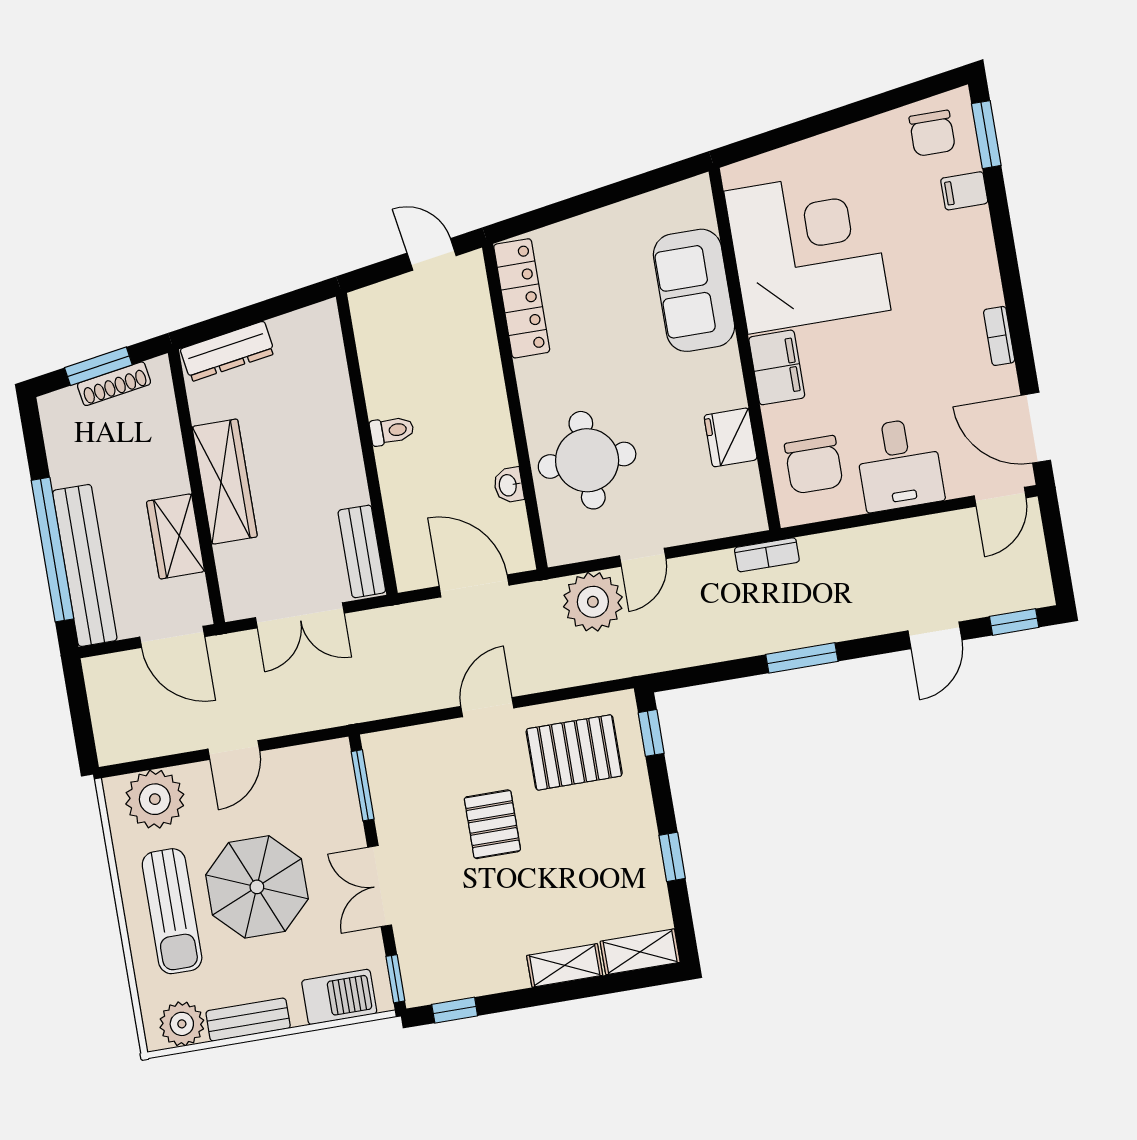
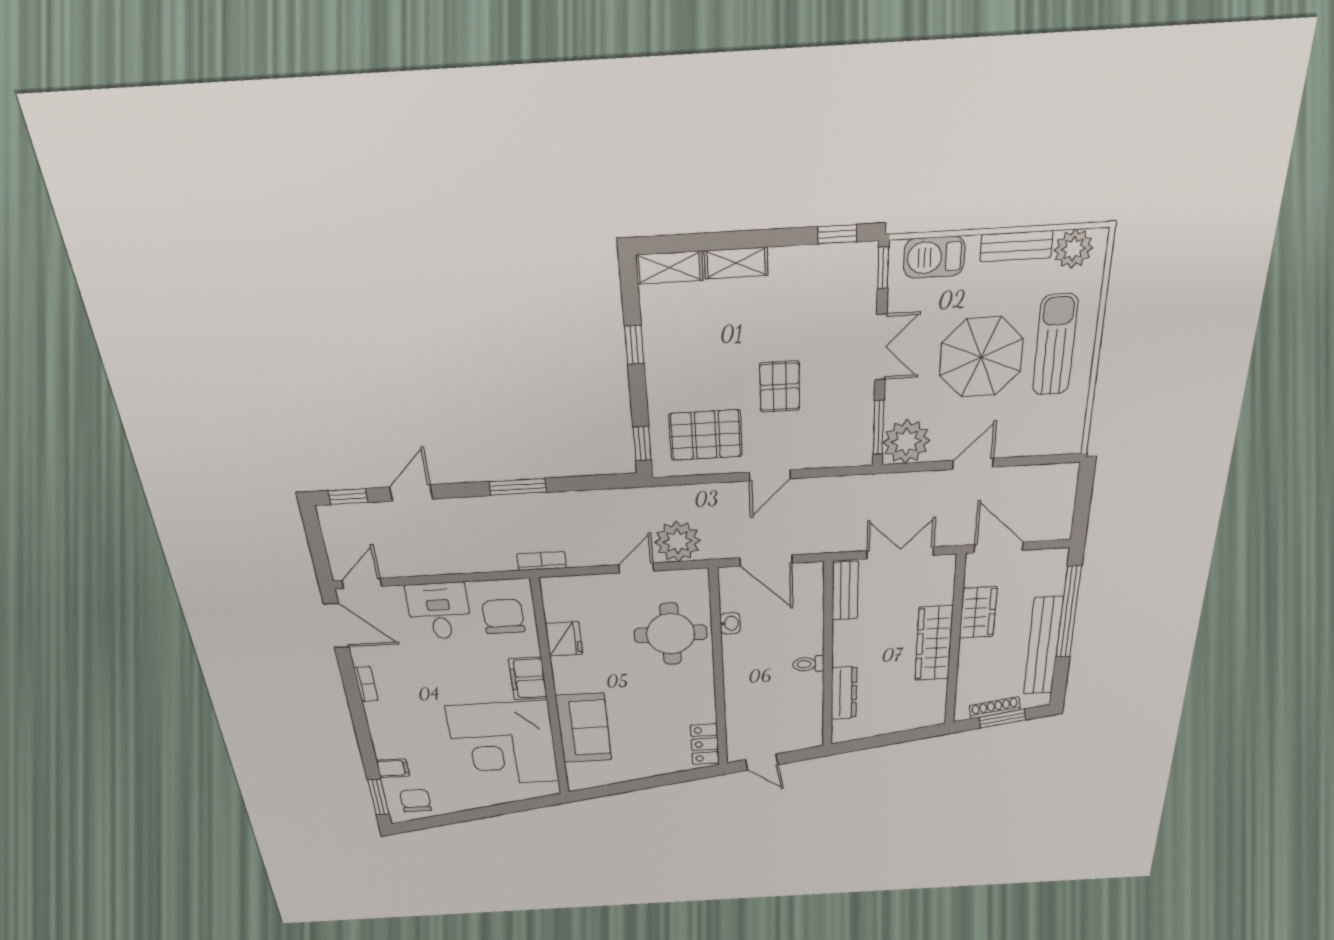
locker: (522, 298) -> (705, 744), width x0.66
dresser: (227, 351) -> (844, 693), moved, turned 99
bench: (85, 565) -> (1043, 646), moved
plant: (155, 799) -> (906, 442), moved

